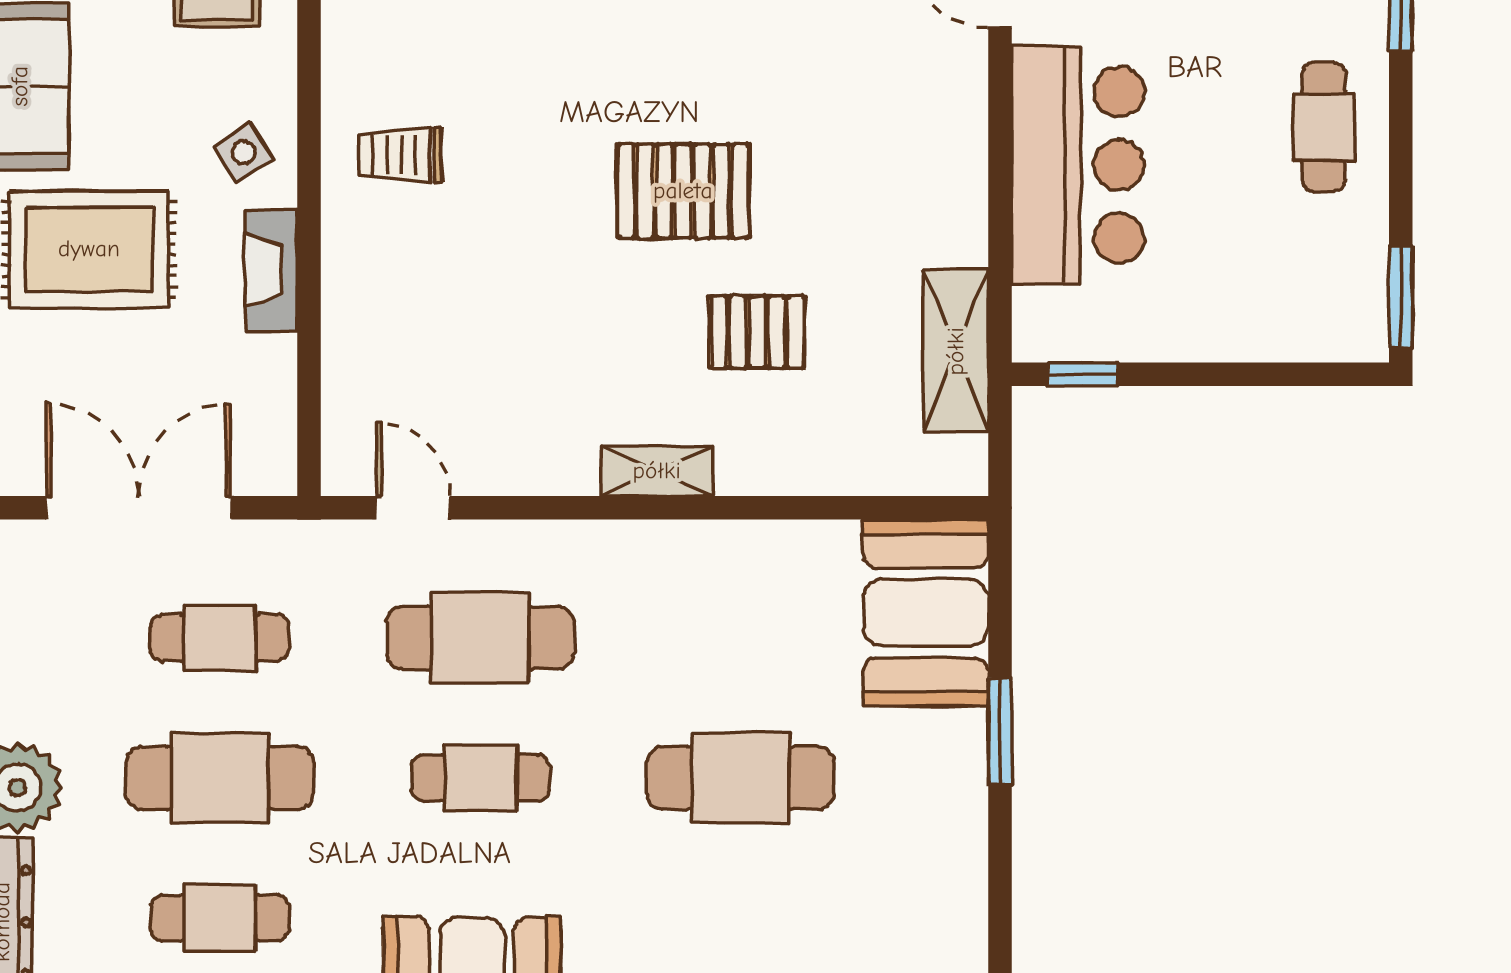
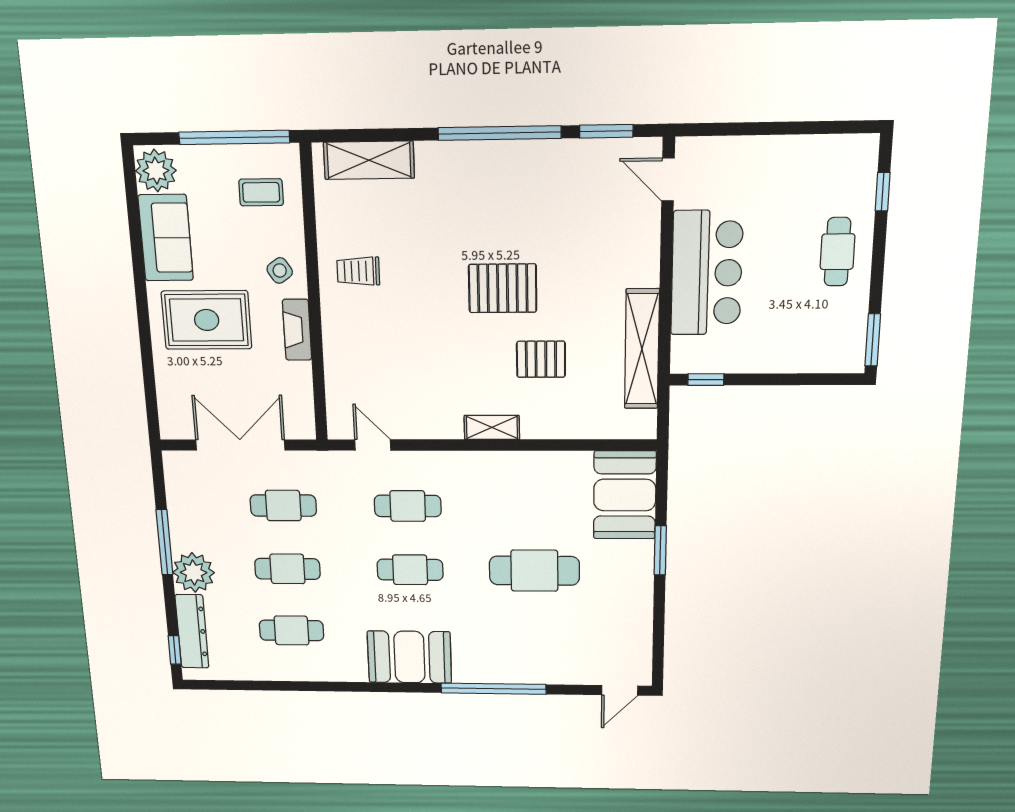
shelving: (956, 351) -> (642, 349), width x1.47
cafe table: (480, 638) -> (408, 506), width x0.73, depth x0.74
cafe table: (220, 778) -> (287, 569), width x0.73, depth x0.74

